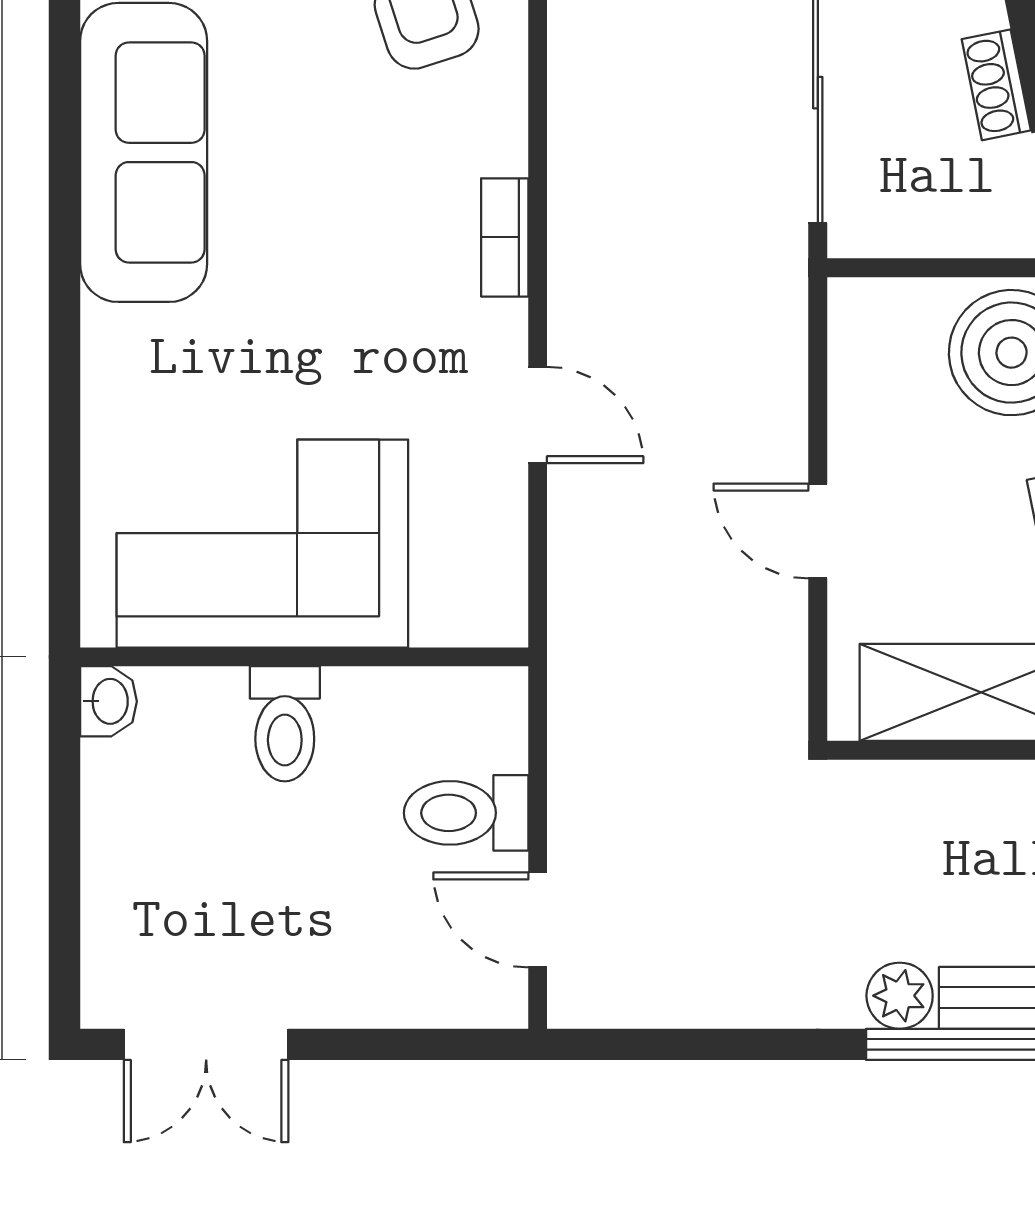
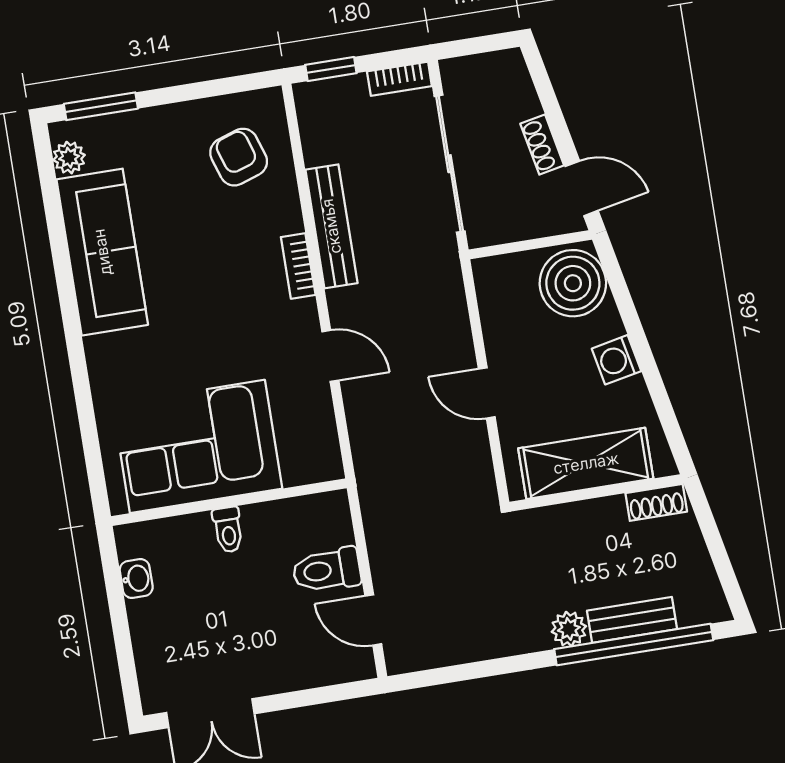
bench: (579, 174) -> (331, 226), added
washbasin: (108, 701) -> (136, 579), moved
toilet: (285, 724) -> (228, 530), width x0.73, depth x0.72

